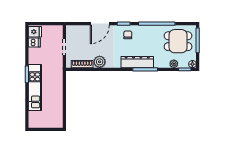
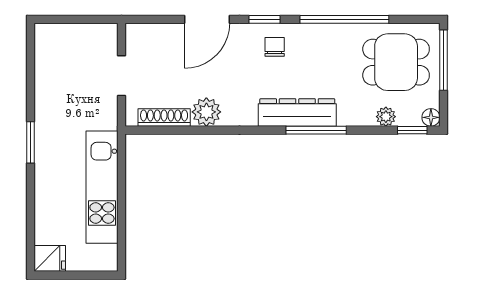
fridge: (35, 32) -> (50, 258), moved
dishwasher: (34, 43) -> (49, 65), removed
kitchen unit: (35, 88) -> (102, 187), moved, turned 180

